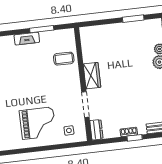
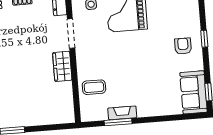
fireplace: (27, 39) -> (122, 113), moved

